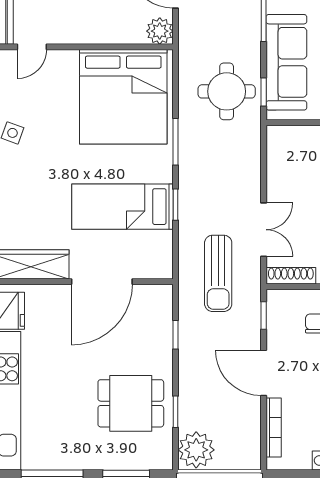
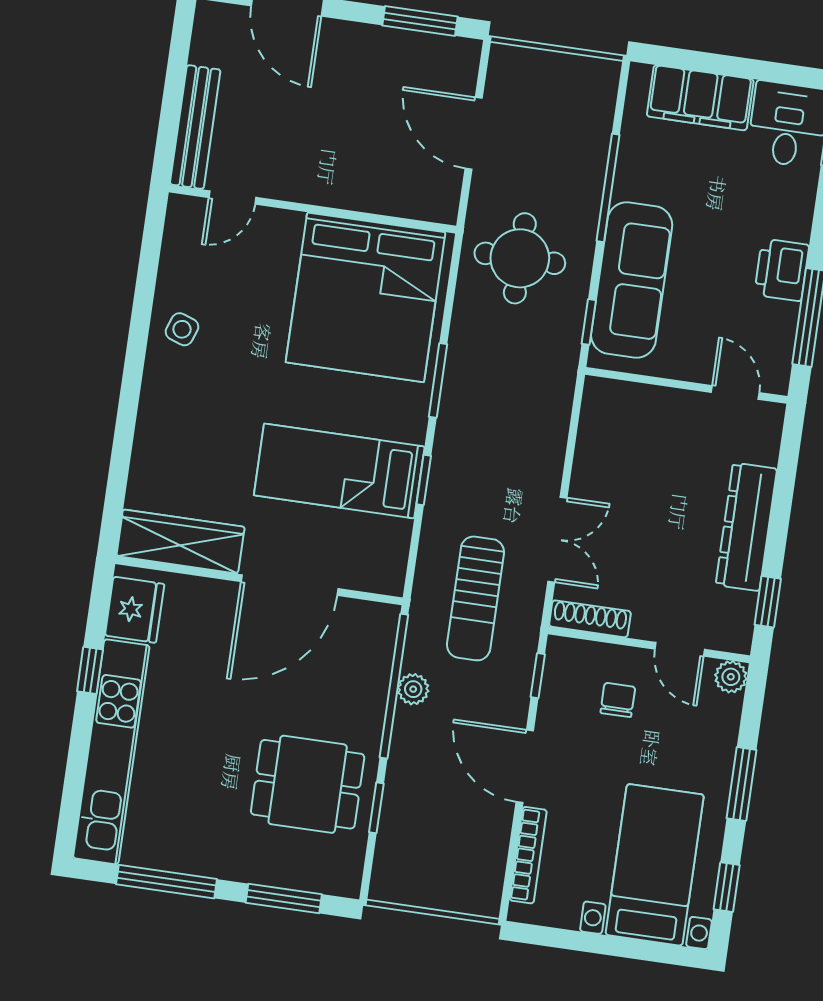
plant: (160, 31) -> (438, 202), removed
round table: (227, 91) -> (520, 258), moved
window: (176, 335) -> (394, 686), width x3.17
plant: (196, 450) -> (413, 689), moved, width x0.53, depth x0.53

